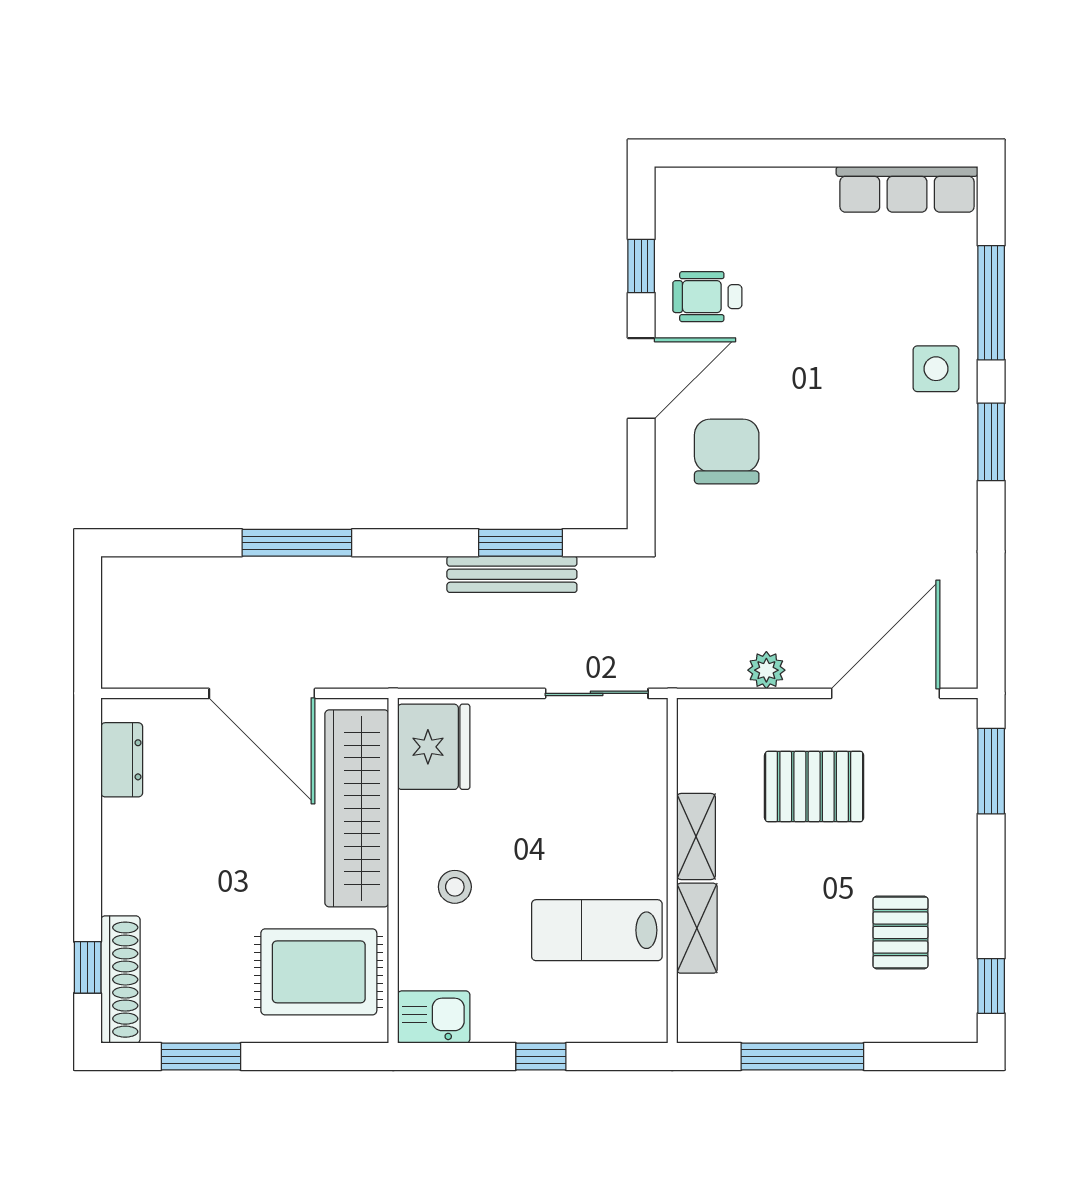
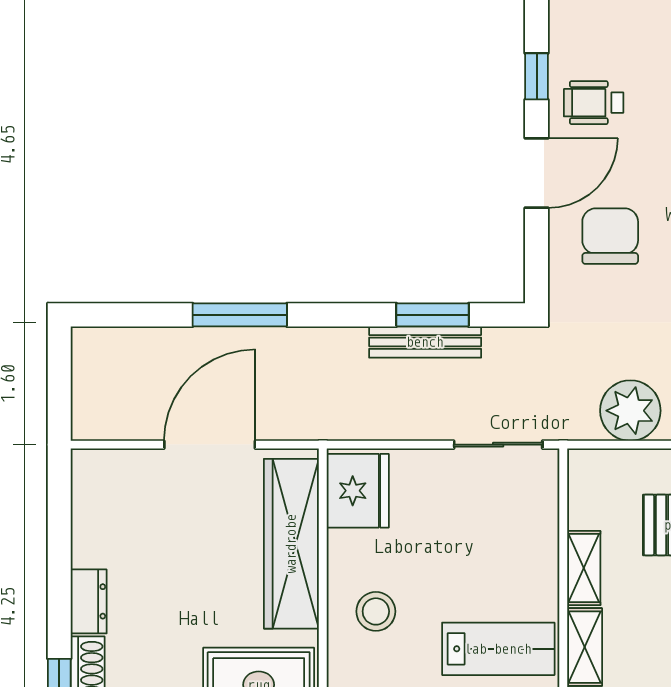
plant: (766, 670) -> (630, 411), width x1.88, depth x1.88
door: (262, 693) -> (210, 445), swing flipped
dresser: (122, 760) -> (89, 601), moved
stool: (455, 887) -> (376, 611), width x1.37, depth x1.37
lab bench: (597, 930) -> (498, 649), turned 180

